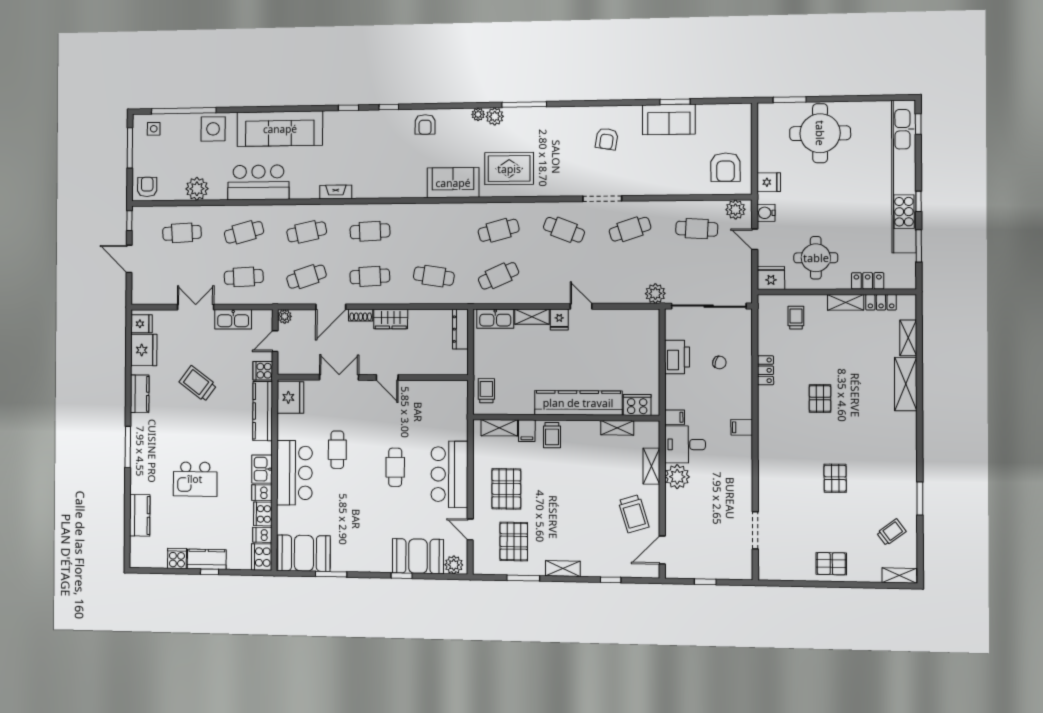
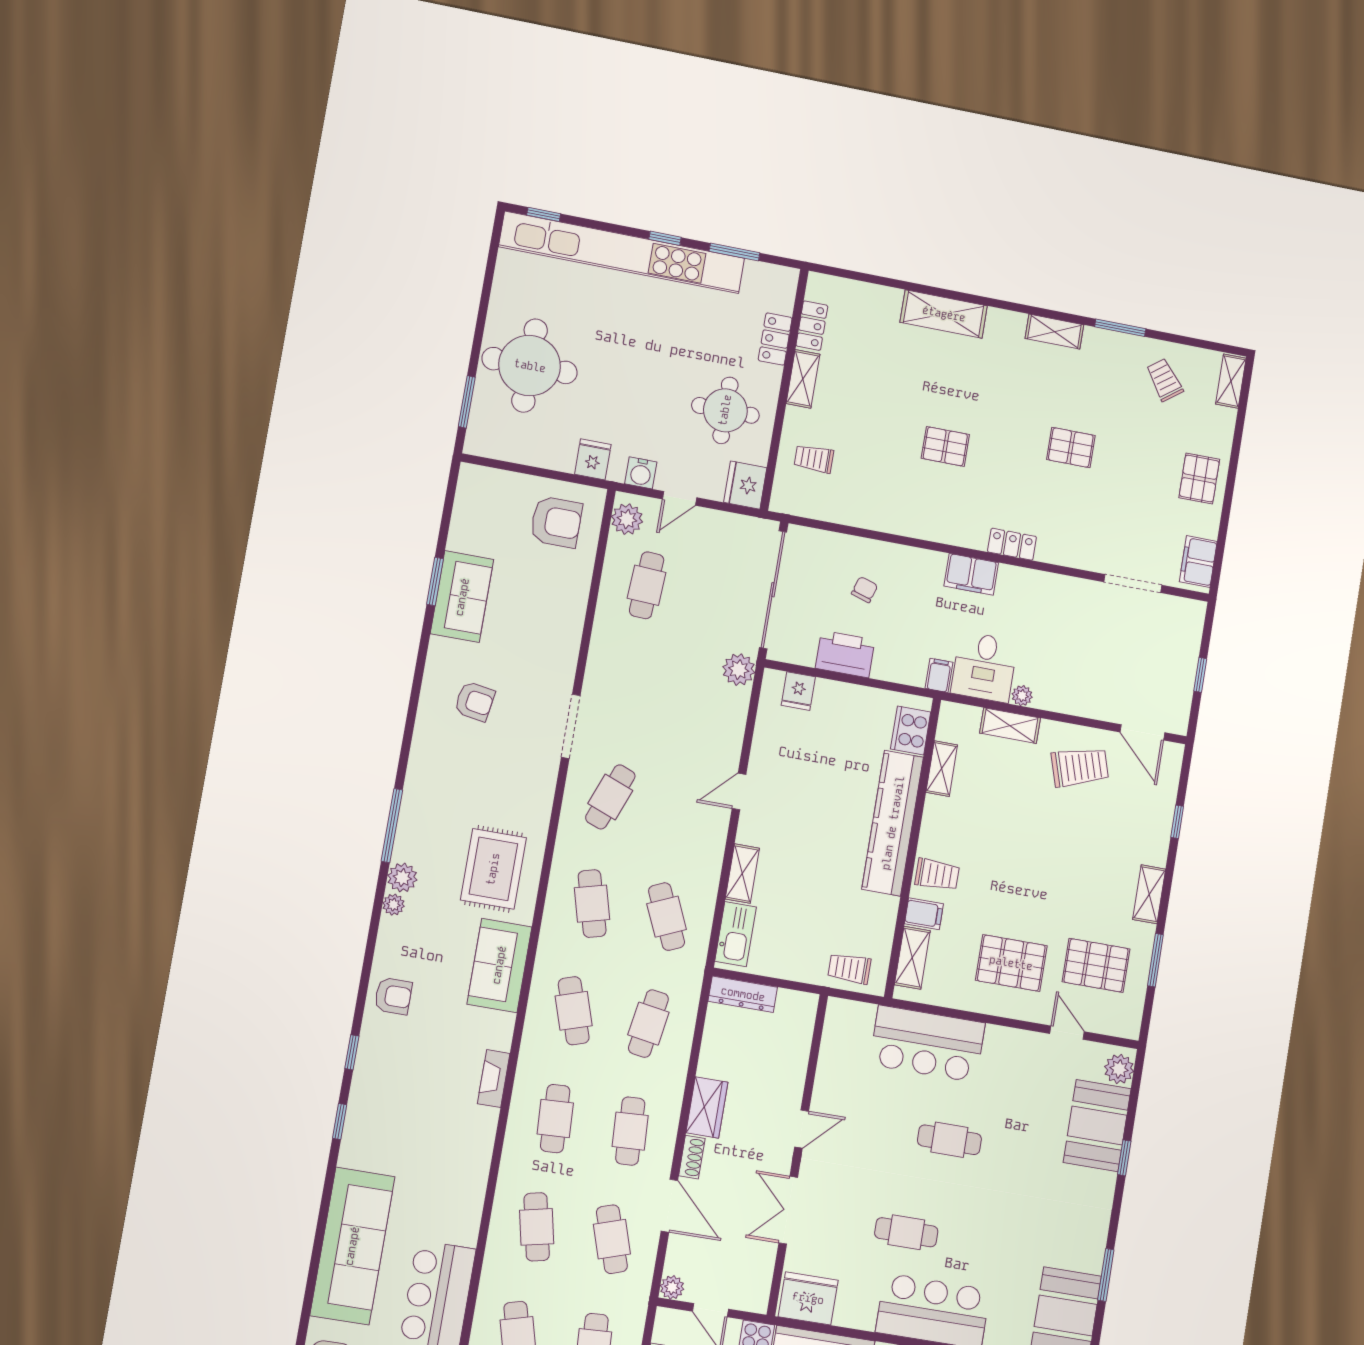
fireplace: (336, 192) -> (494, 1079), moved
cafe table: (630, 229) -> (574, 1011), moved
fridge: (559, 320) -> (798, 691), moved, turned 90
shelving: (908, 338) -> (1054, 332), moved
locker: (766, 370) -> (1012, 544), moved
filing cabinet: (742, 427) -> (971, 574), width x2.00
bar counter: (449, 474) -> (927, 1044), moved
plant: (677, 477) -> (1022, 696), width x0.53, depth x0.53
door: (470, 529) -> (1067, 1033), swing flipped
filing cabinet: (777, 570) -> (1198, 562), added

